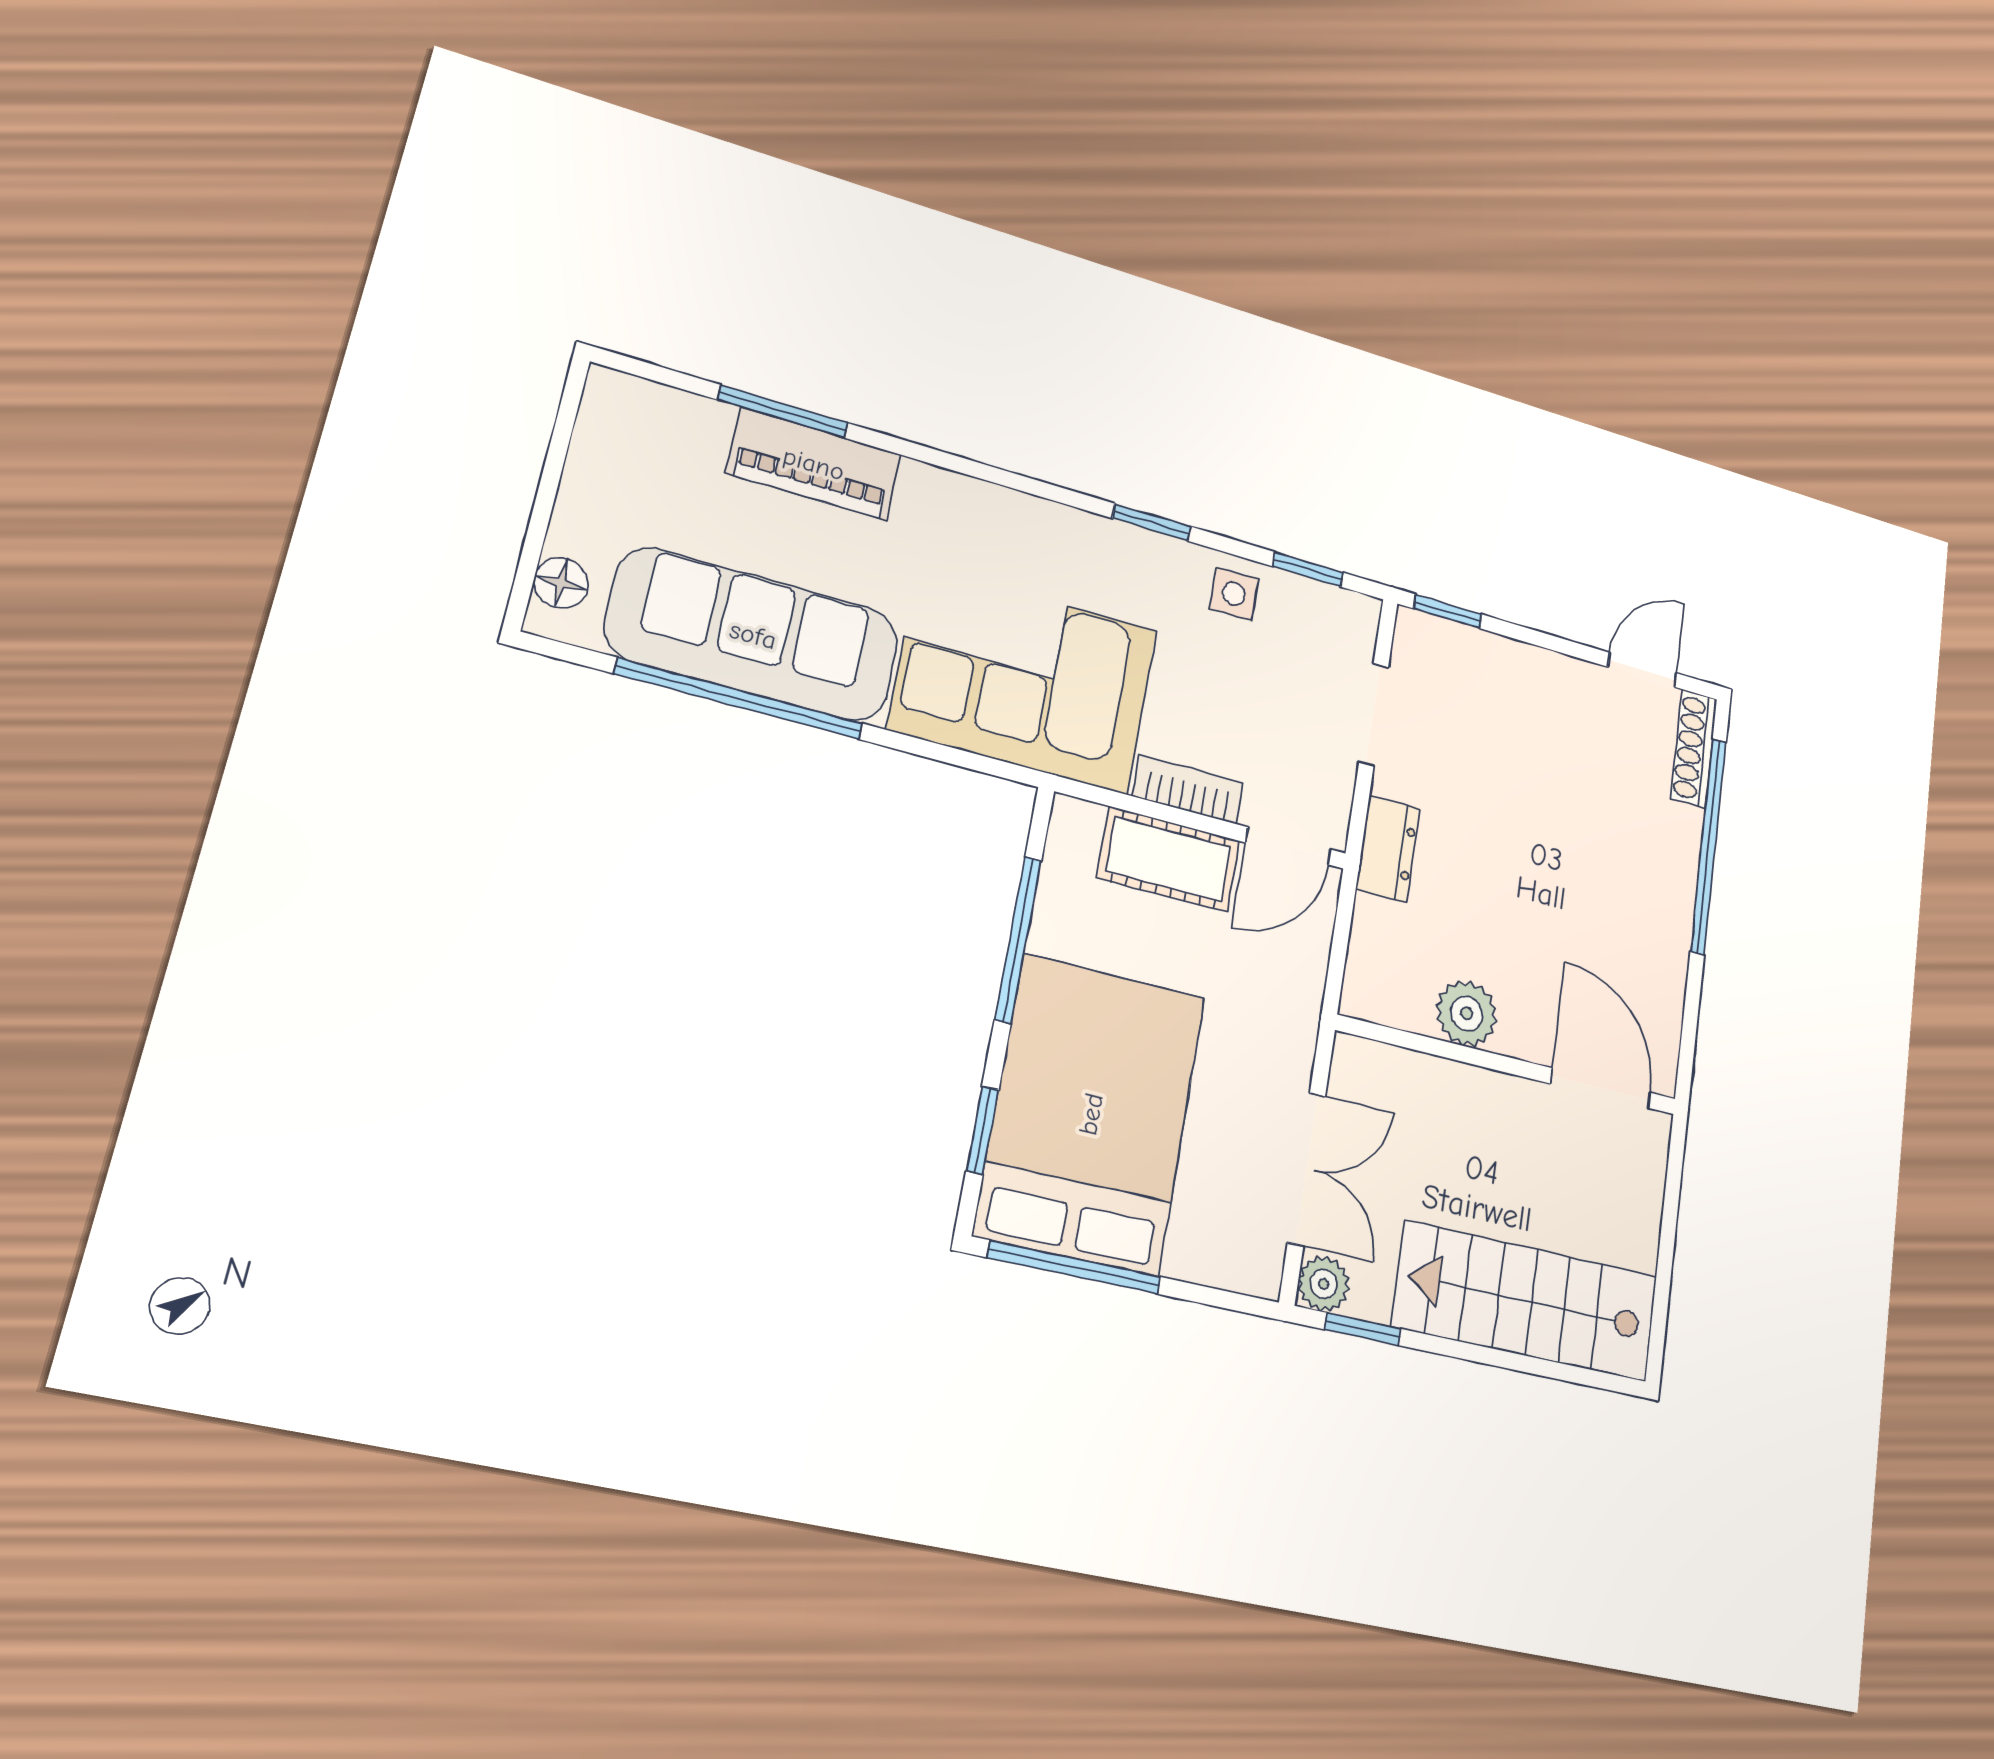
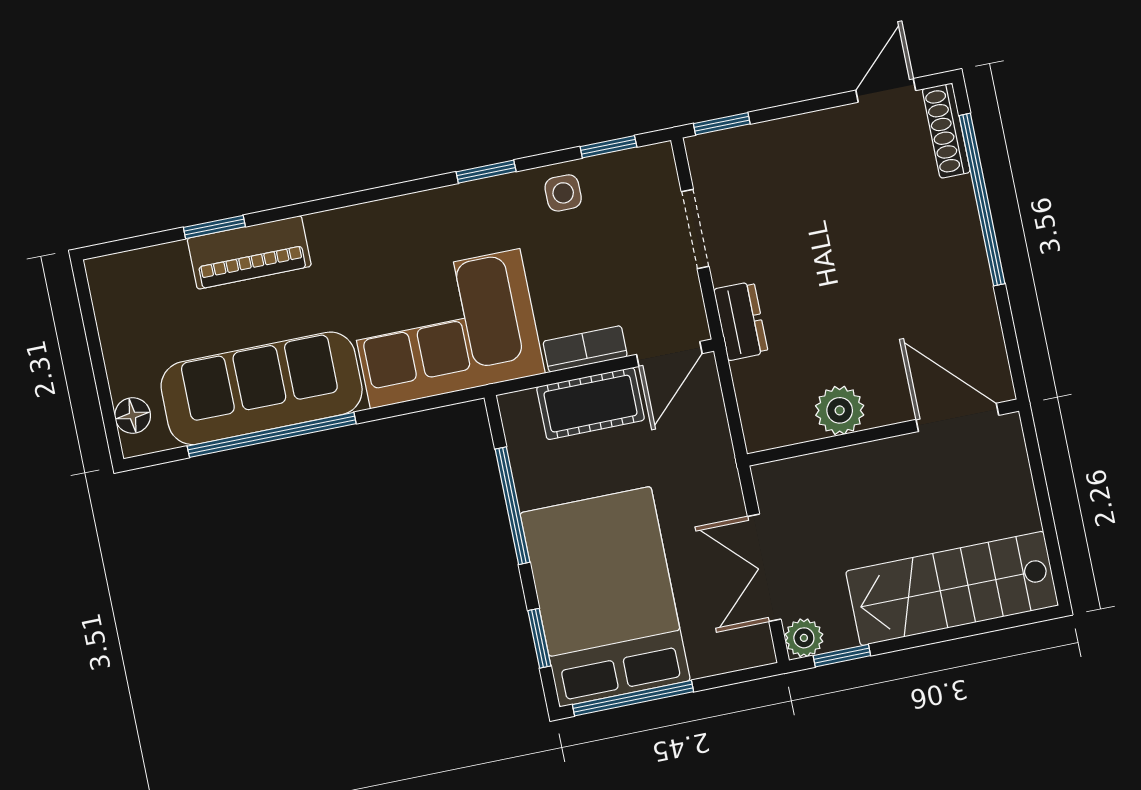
window: (783, 411) -> (214, 227), width x0.67
double door: (1307, 1169) -> (764, 568), swing flipped

